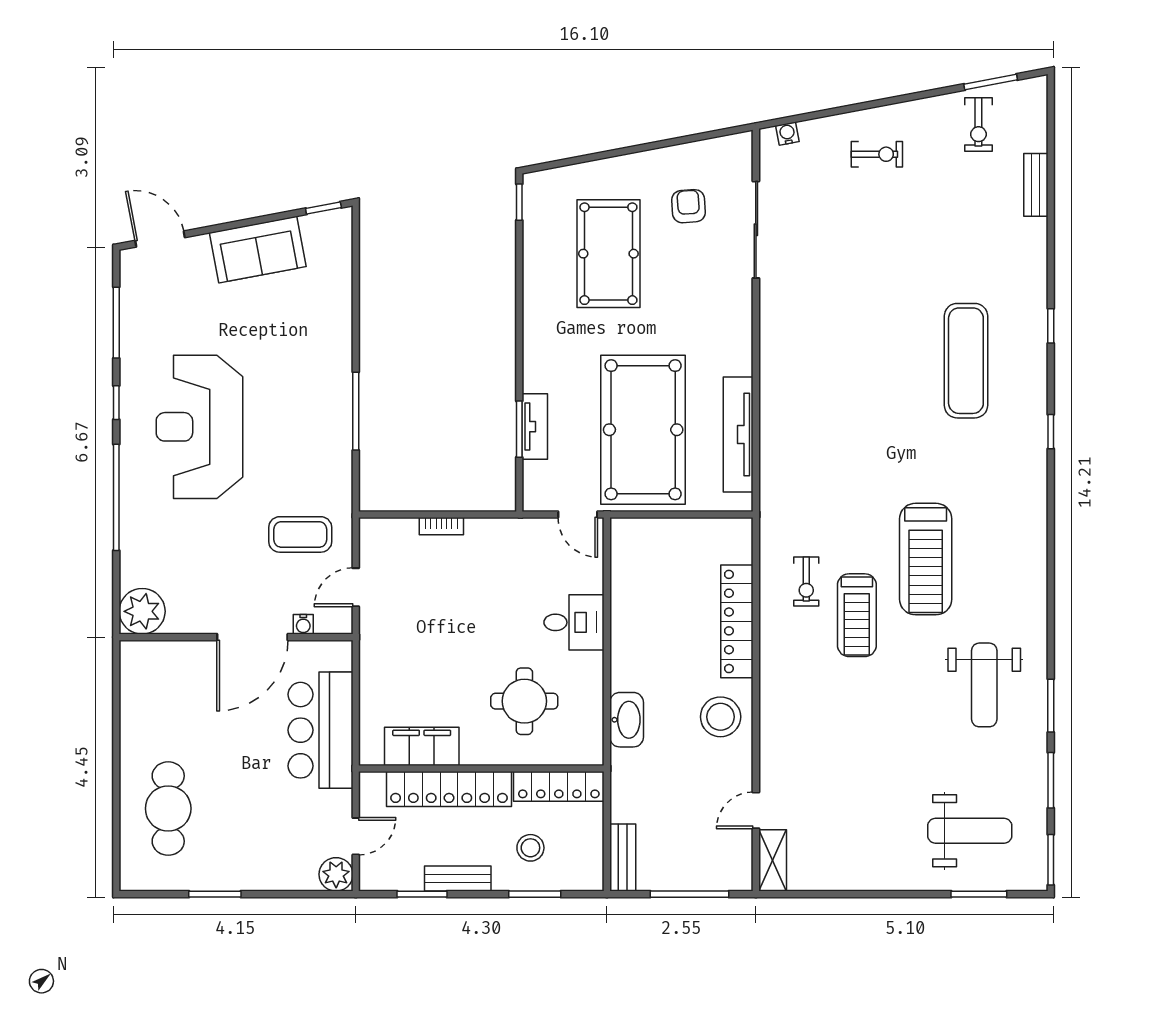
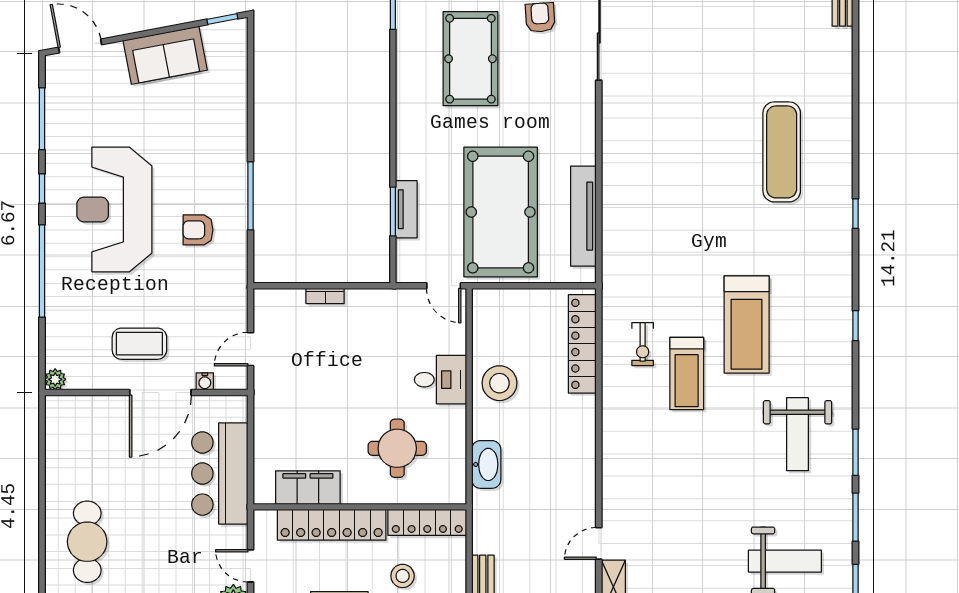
window: (1051, 326) -> (856, 326), moved
armchair: (296, 450) -> (198, 230), added
coffee table: (300, 534) -> (139, 344), moved
plant: (142, 611) -> (55, 379), width x0.53, depth x0.53
locker: (737, 621) -> (582, 344), moved
stool: (721, 717) -> (499, 383), moved
door: (356, 836) -> (250, 566), swing flipped

